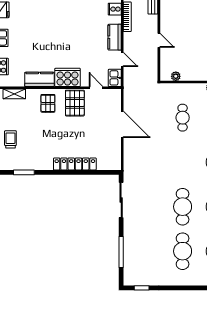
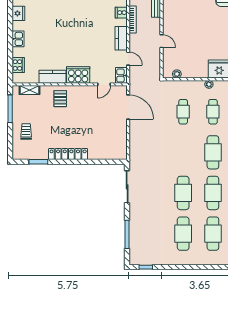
door: (96, 88) -> (104, 84), swing flipped
pallet: (75, 103) -> (85, 98), removed
door: (122, 124) -> (128, 107), moved
locker: (75, 164) -> (68, 154), moved

